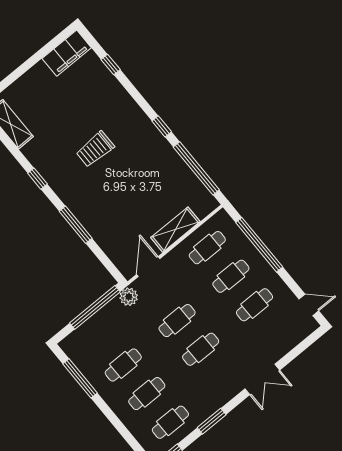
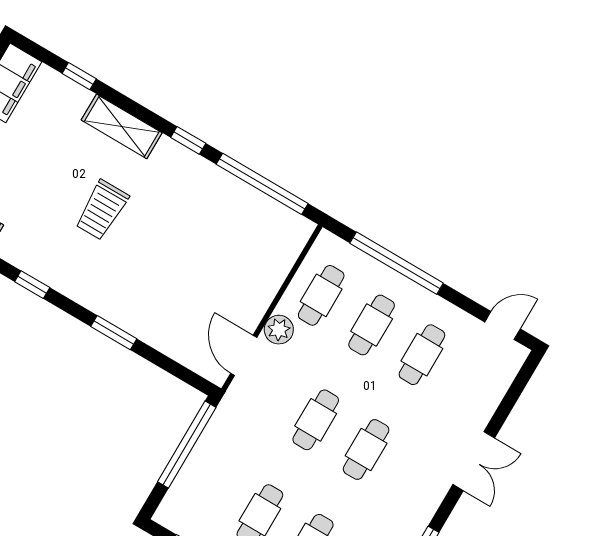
window: (76, 225) -> (114, 333), width x0.69
shelving: (175, 230) -> (122, 126), moved, turned 90
plant: (129, 297) -> (279, 330), moved

